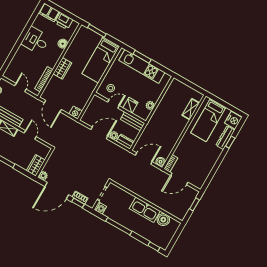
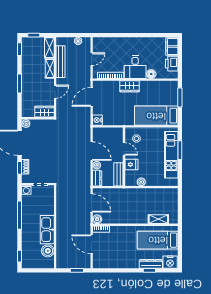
desk: (35, 40) -> (135, 67), moved, turned 180
wardrobe: (36, 165) -> (44, 112), moved

